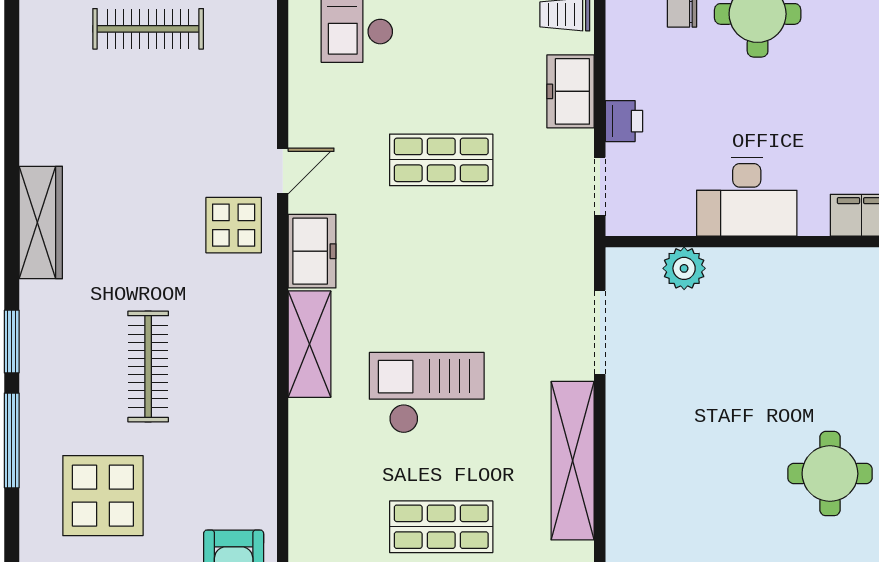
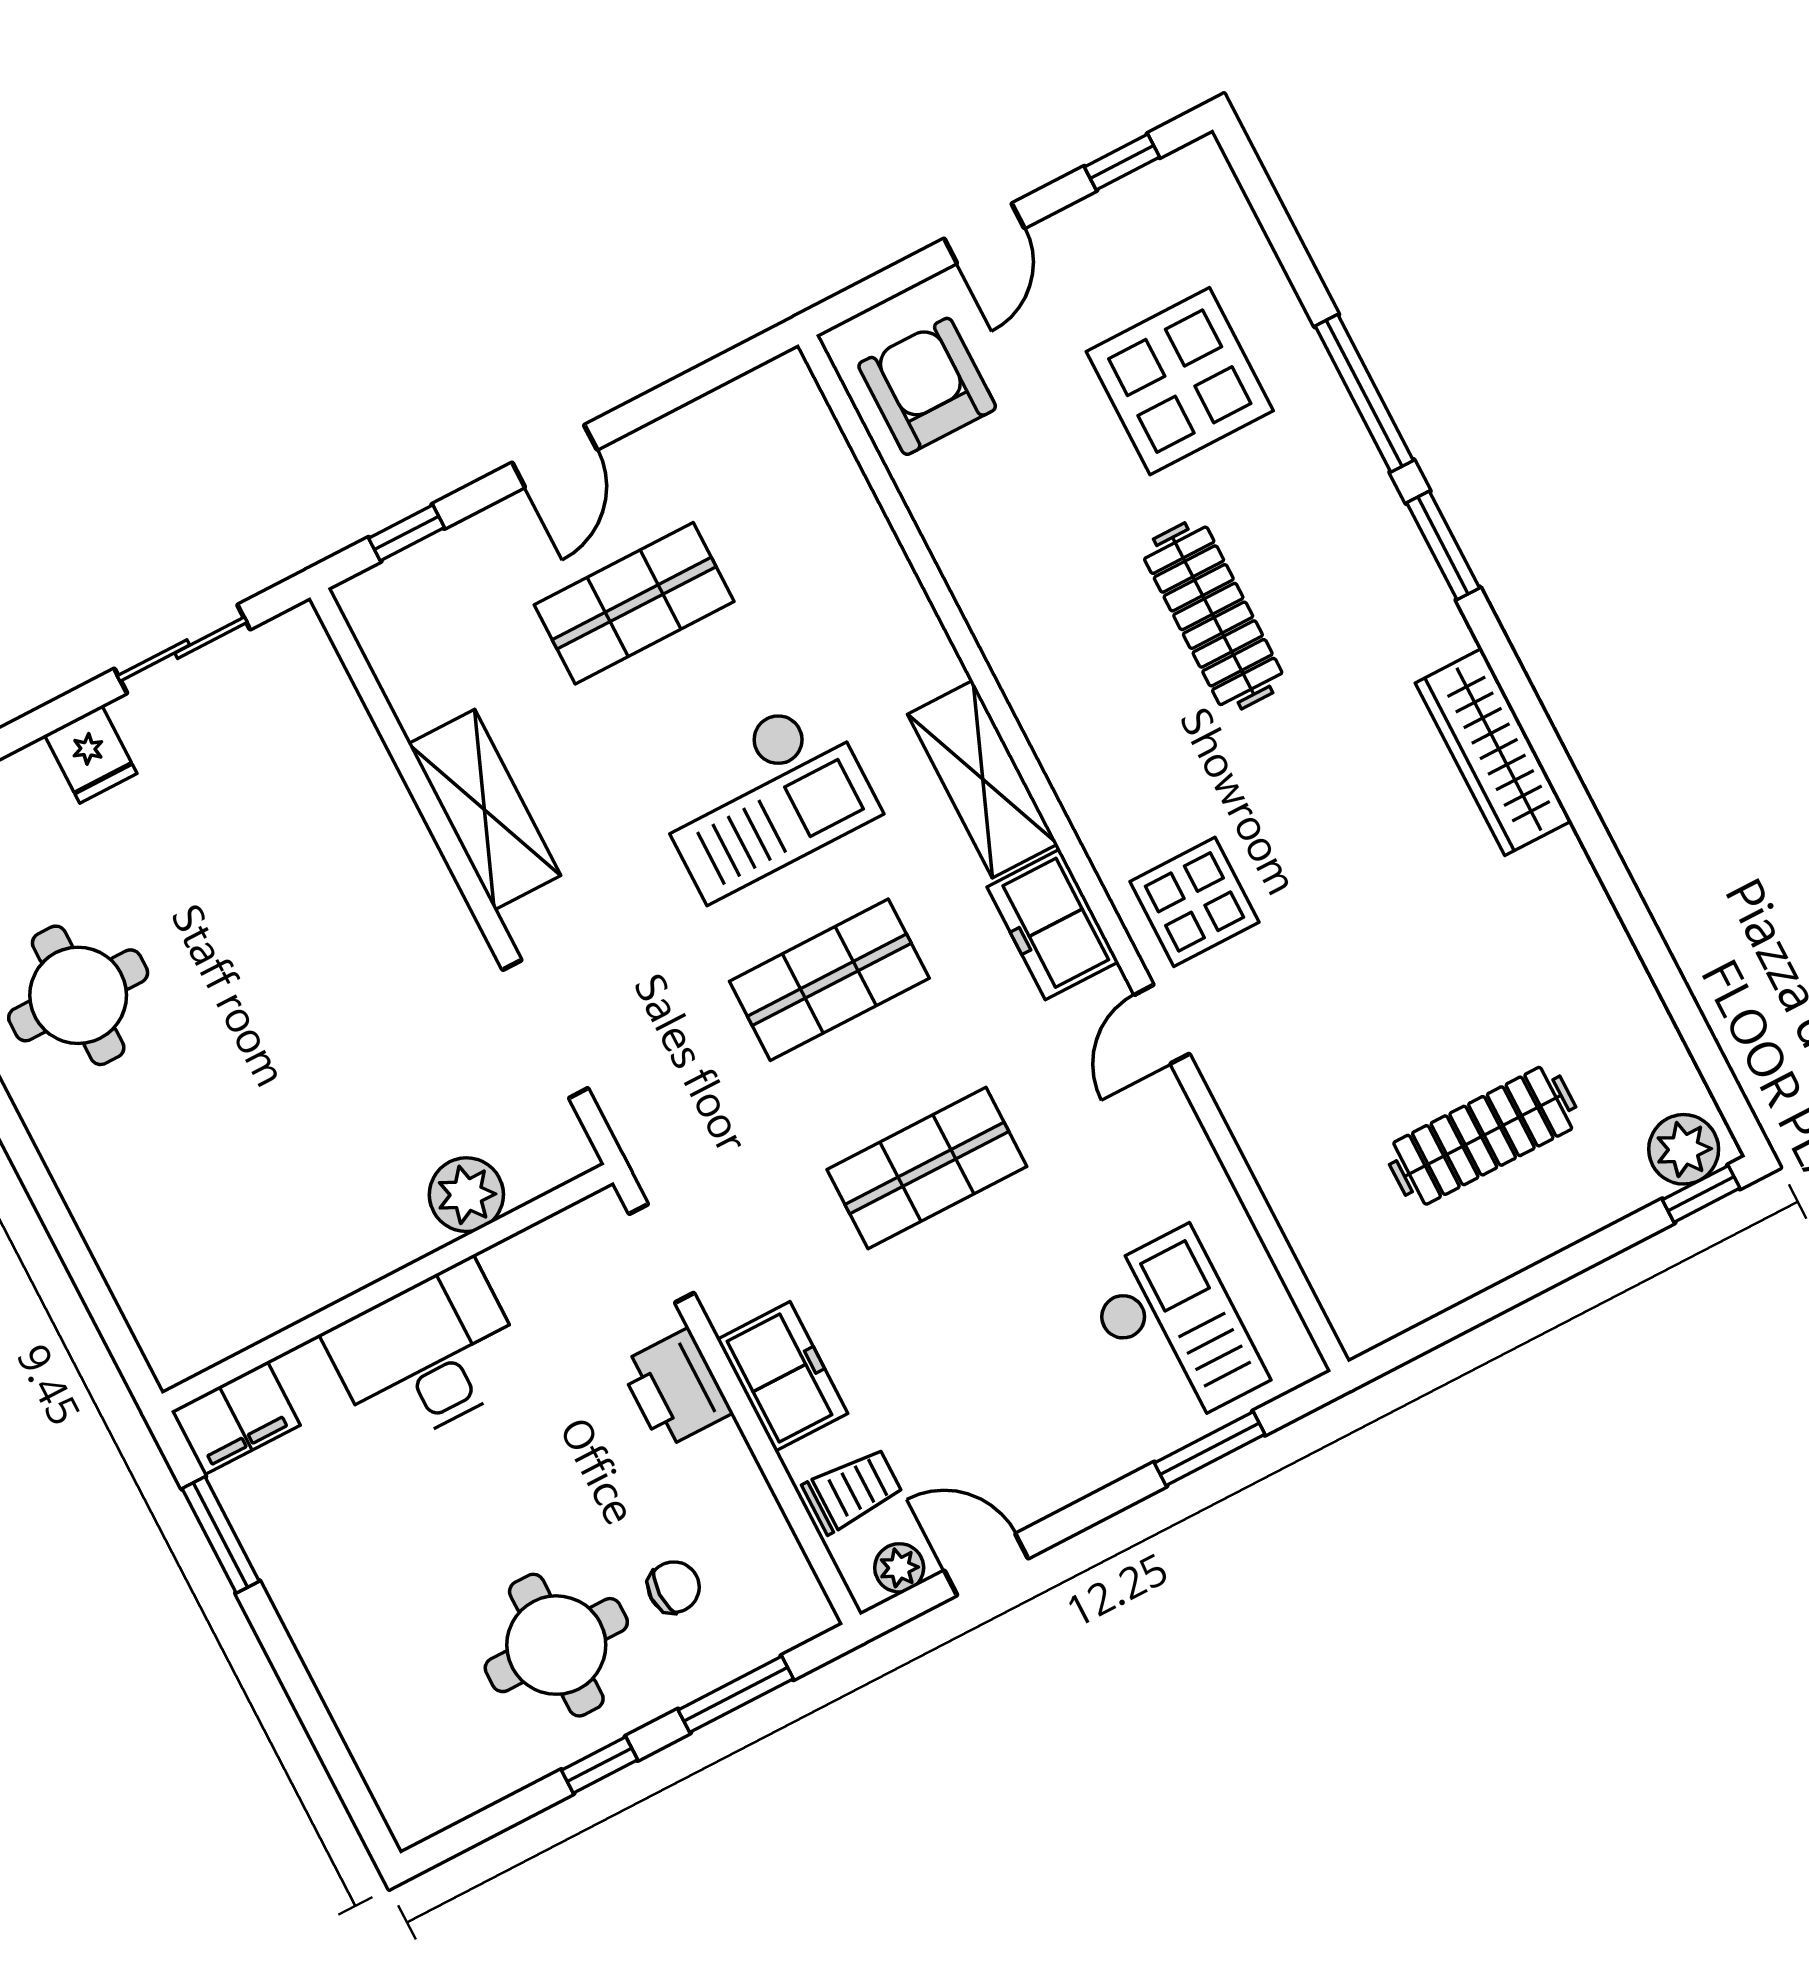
printer: (624, 121) -> (676, 1388), width x1.36, depth x1.24
shop shelf: (441, 282) -> (829, 980), added
shelving: (573, 461) -> (485, 810), width x0.68

